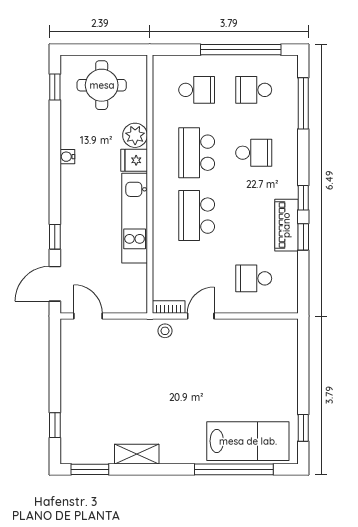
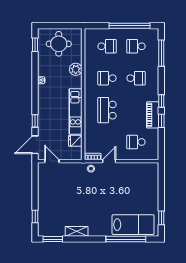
school desk: (197, 153) -> (107, 78), width x0.54
fridge: (134, 160) -> (75, 141), moved

